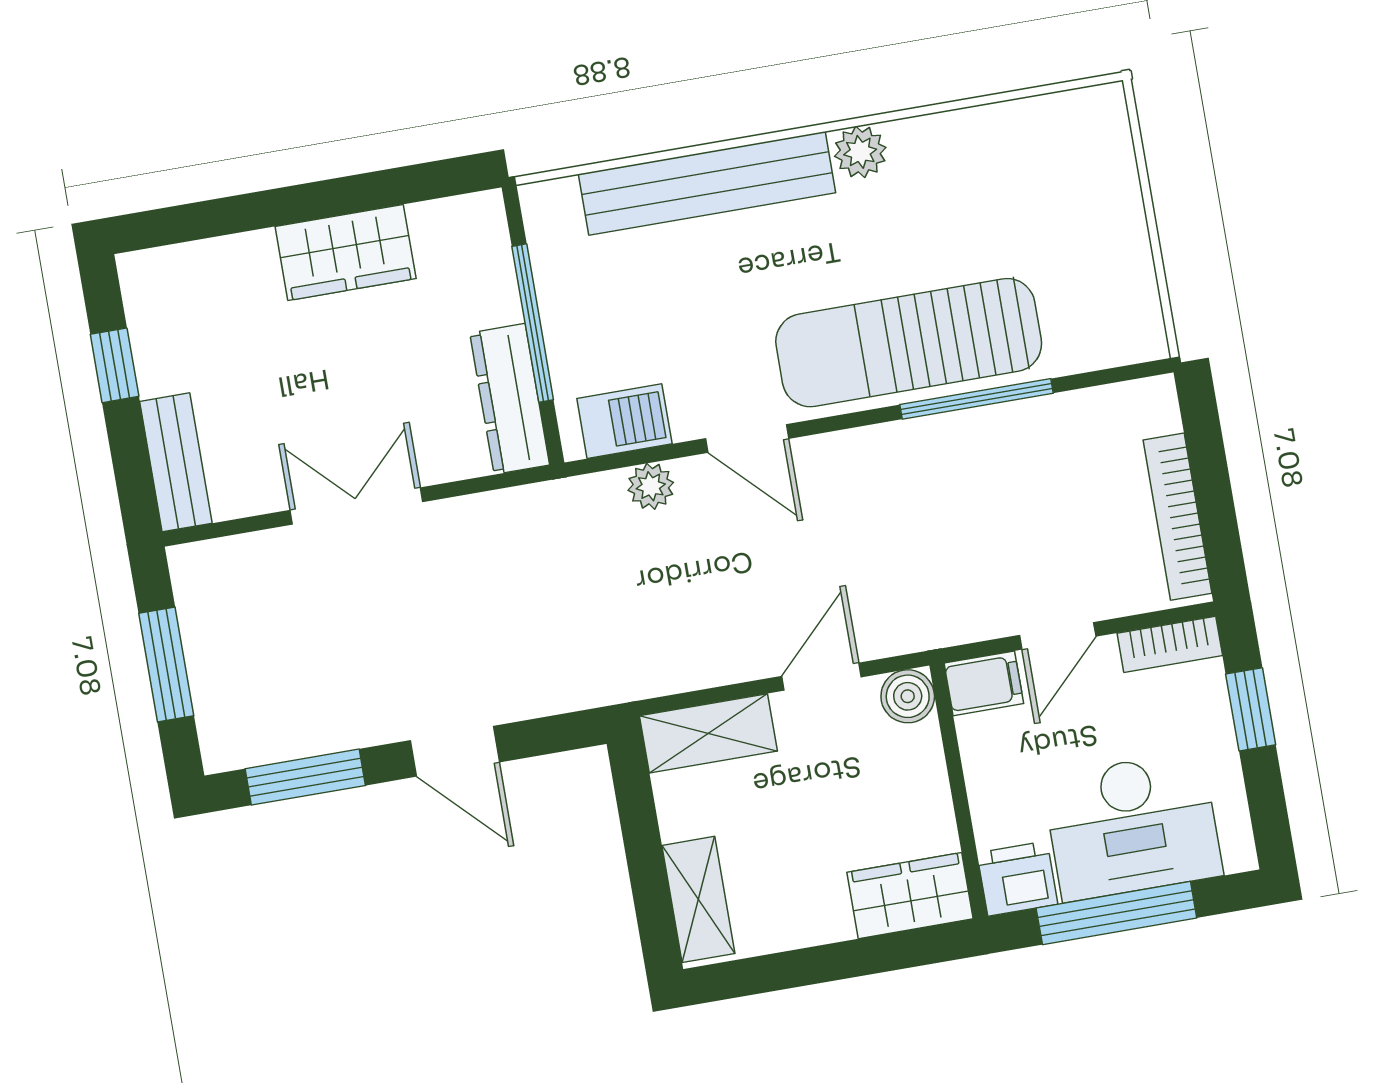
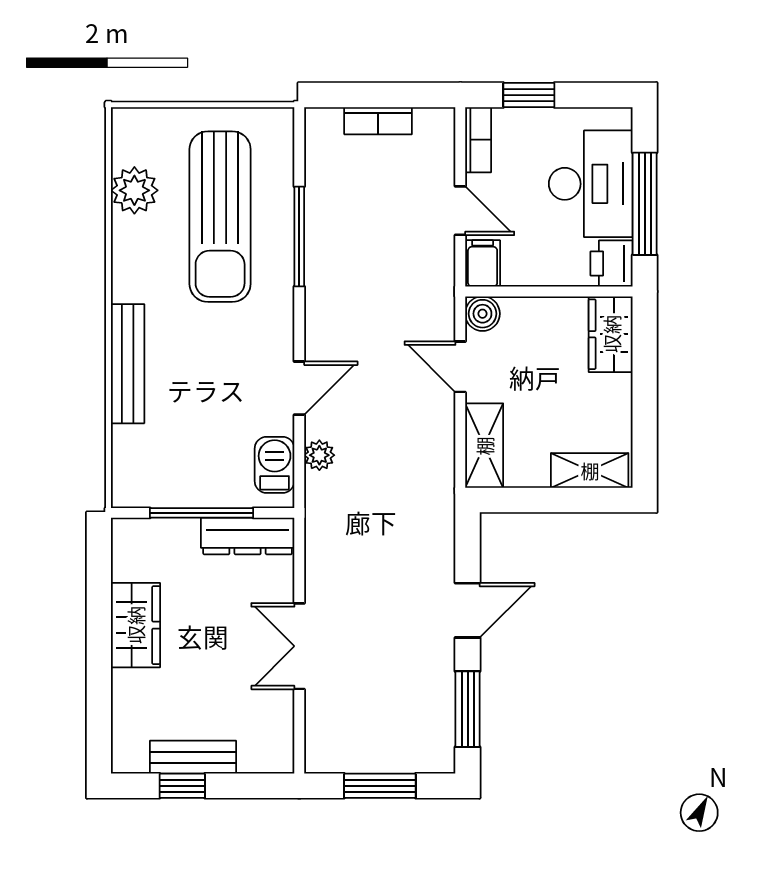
plant: (860, 152) -> (134, 190), moved, width x1.38, depth x1.38
bench: (707, 183) -> (128, 364), width x0.73, depth x0.82
sun lounger: (909, 343) -> (220, 217), moved
bench: (176, 462) -> (193, 757), moved
bookcase: (1177, 517) -> (378, 121), width x0.64

